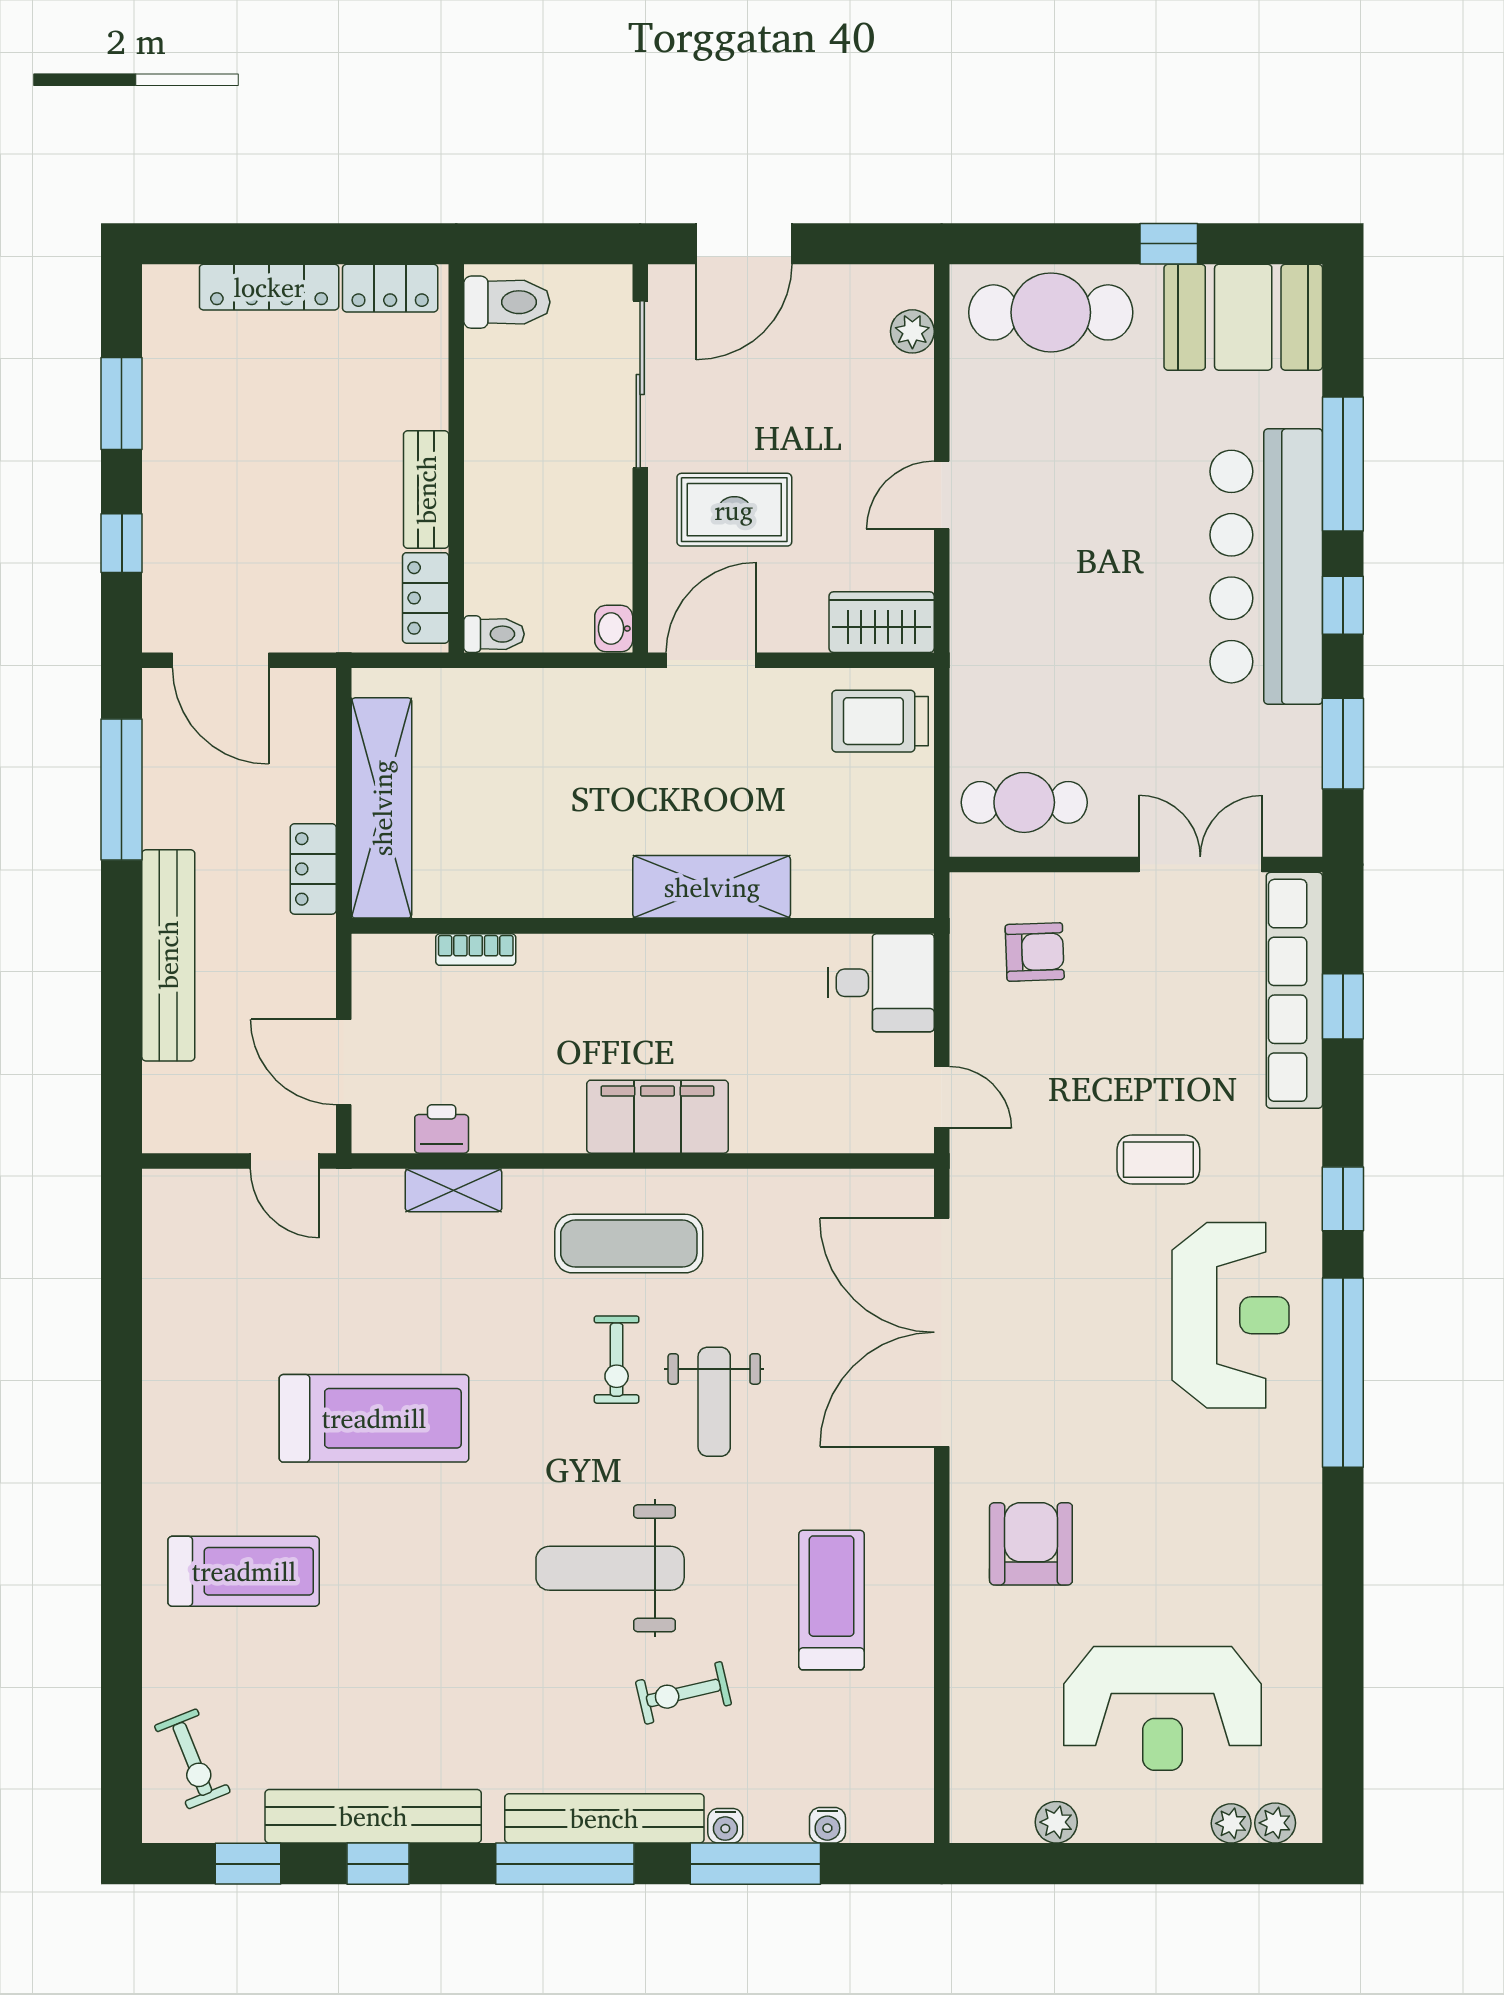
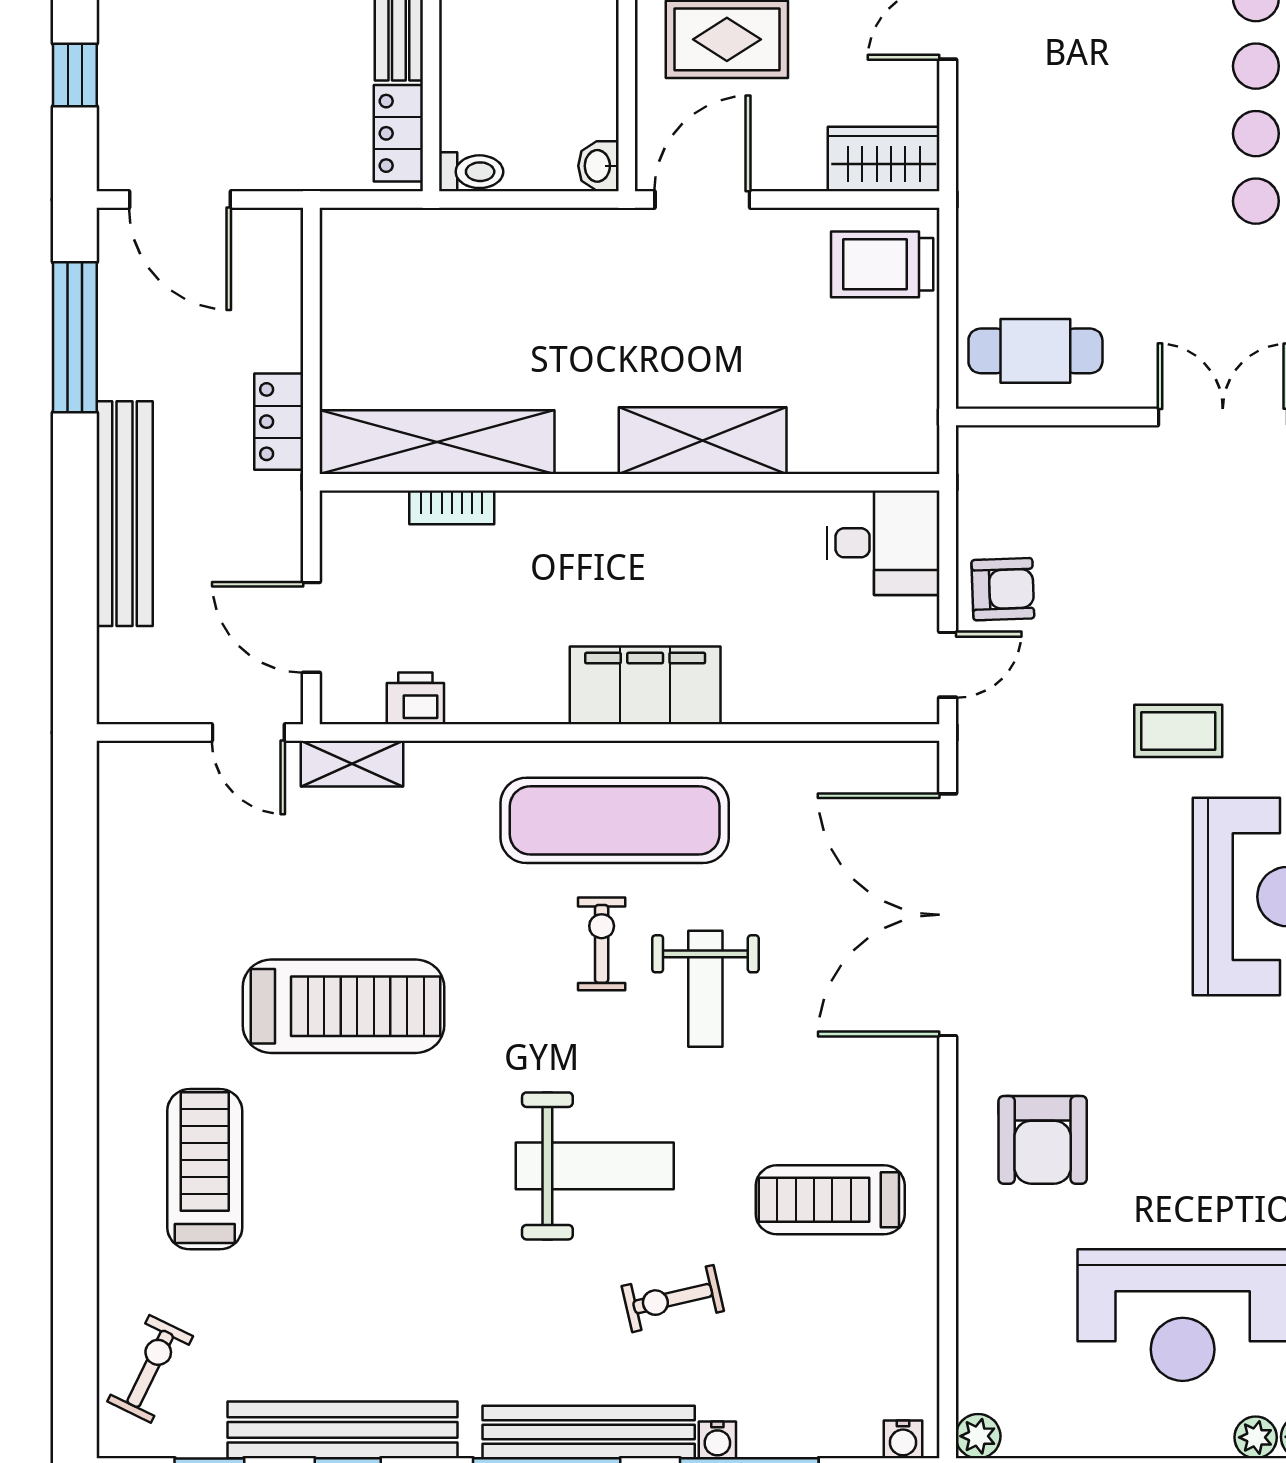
shelving: (382, 808) -> (437, 442), moved, turned 90
armchair: (1035, 952) -> (1003, 589), moved
door: (942, 1097) -> (948, 665), hinge flipped
shelving: (453, 1190) -> (352, 764), moved
exercise mat: (629, 1244) -> (615, 820), width x1.36, depth x1.45
exercise bike: (617, 1360) -> (602, 944), turned 180
armchair: (1031, 1544) -> (1043, 1140), turned 180
weight bench: (610, 1568) -> (595, 1166), turned 180
treadmill: (244, 1571) -> (205, 1169), turned -90
treadmill: (831, 1600) -> (830, 1200), turned -90
exercise bike: (192, 1759) -> (150, 1369), turned -132
plant: (1056, 1822) -> (978, 1436), moved
water cooler: (827, 1825) -> (903, 1439), moved

